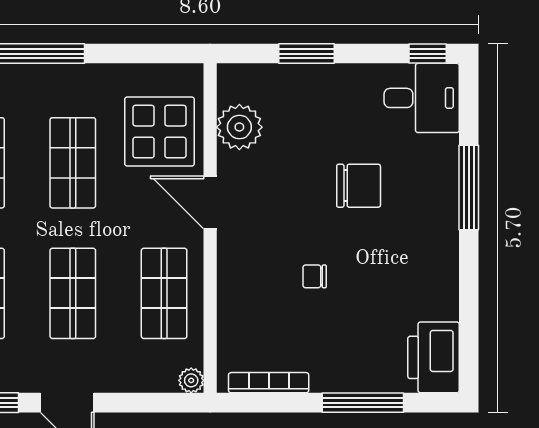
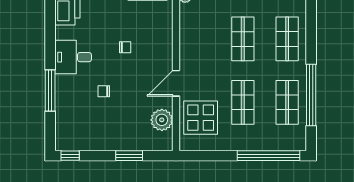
desk: (422, 98) -> (73, 57), moved
chair: (359, 186) -> (104, 91), width x0.54, depth x0.54
door: (210, 202) -> (176, 83), swing flipped
shop shelf: (164, 293) -> (198, 39), removed

